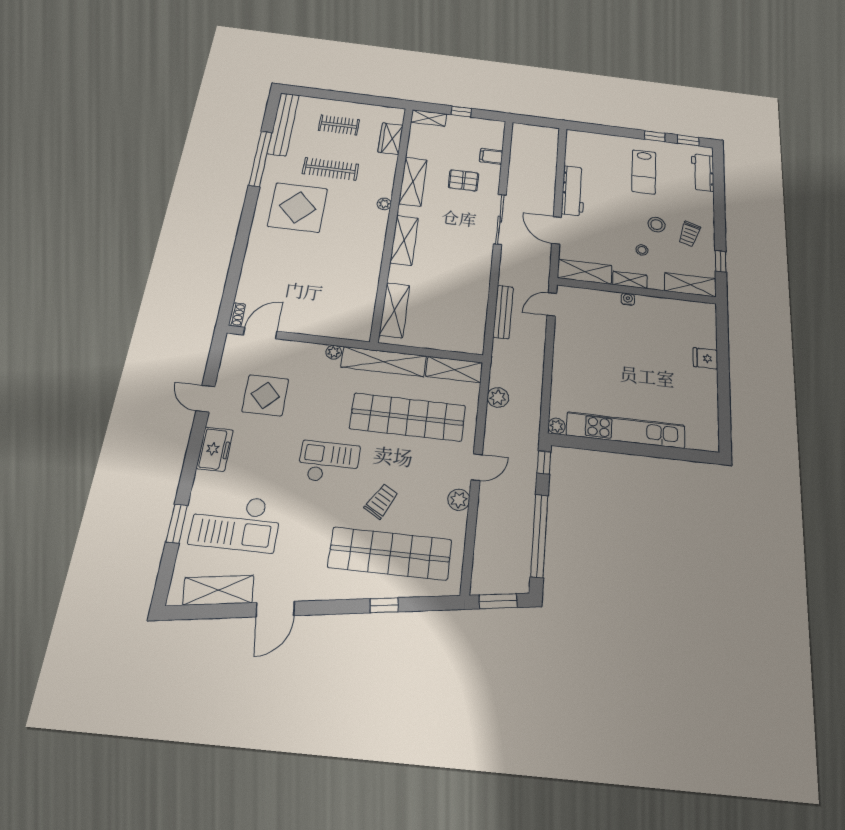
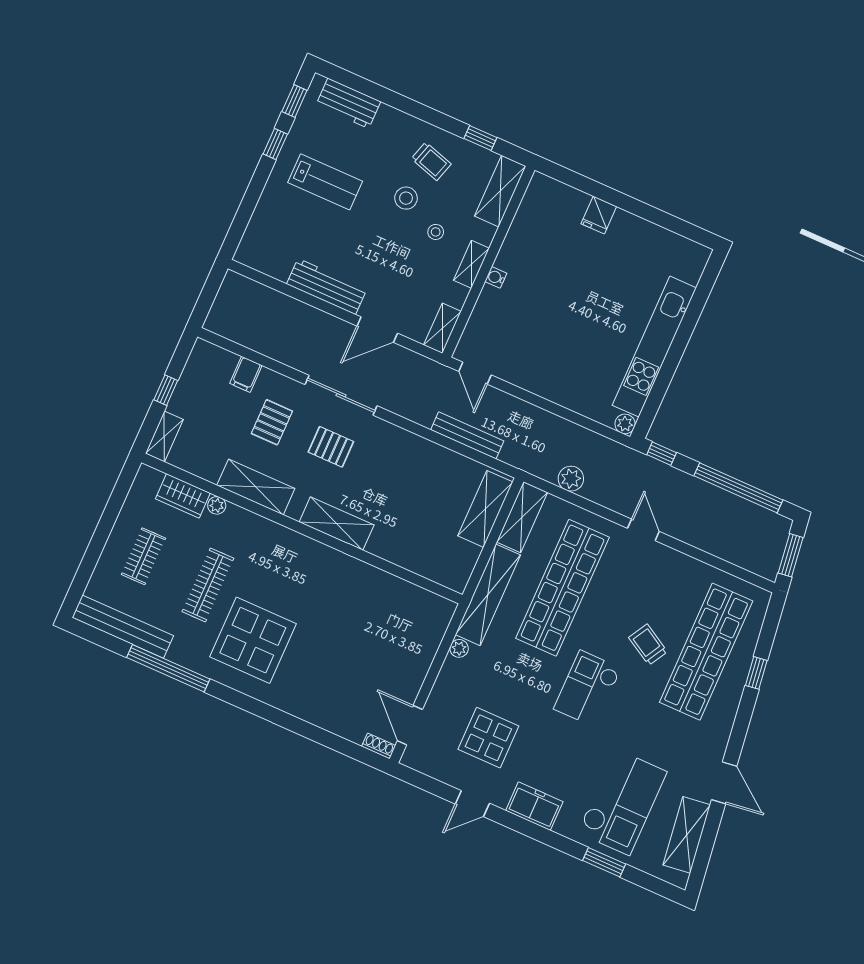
plant: (384, 204) -> (217, 505), moved
pallet: (460, 222) -> (331, 447), added
shelving: (585, 272) -> (442, 328), width x0.67, depth x0.75
shelving: (394, 310) -> (485, 509), moved, turned 90
plant: (459, 500) -> (673, 561), removed

